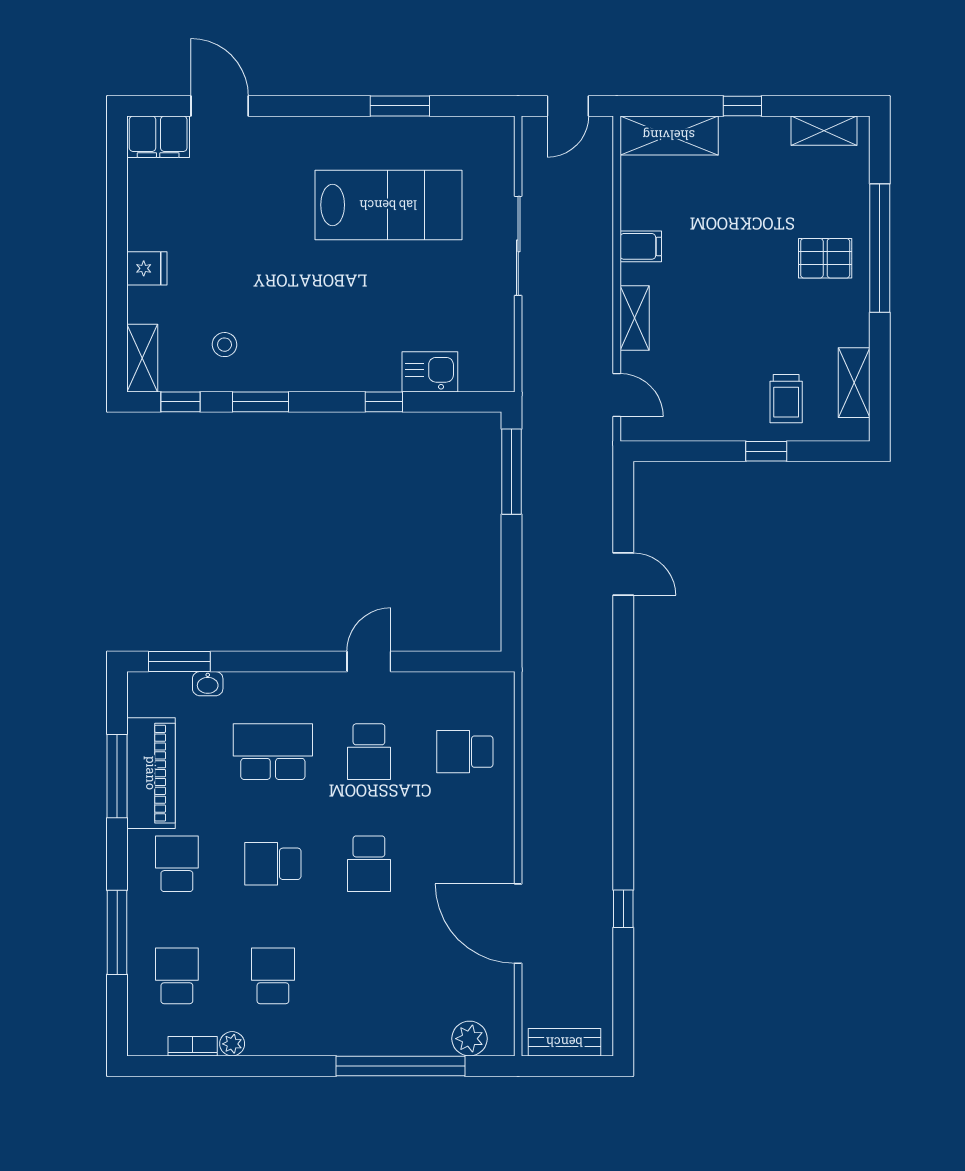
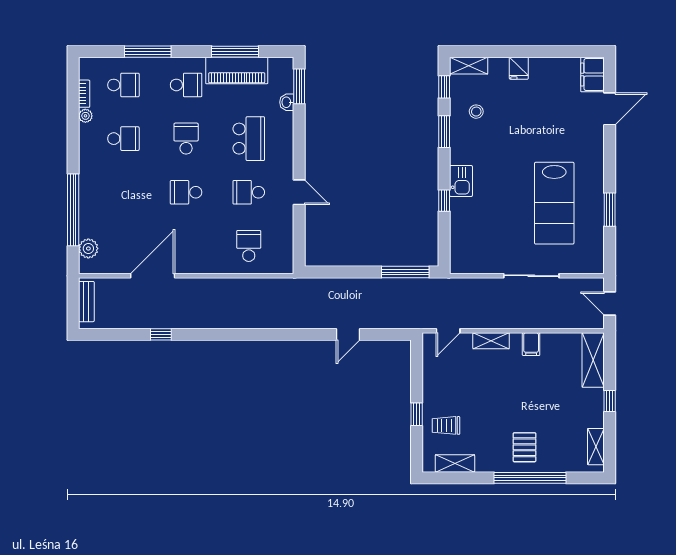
kitchen sink: (430, 372) -> (461, 181), moved

